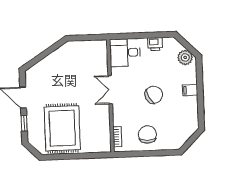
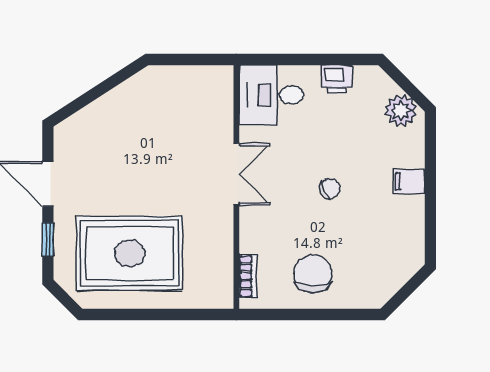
double door: (110, 90) -> (236, 174), swing flipped
chair: (154, 95) -> (330, 188), width x0.54, depth x0.54
rug: (62, 128) -> (130, 253), turned 90

